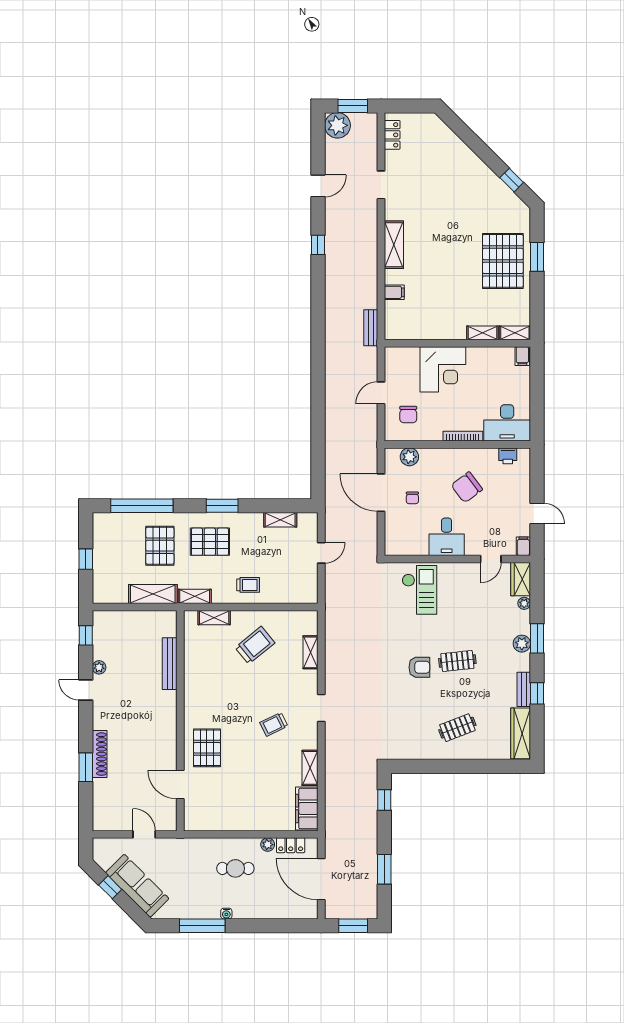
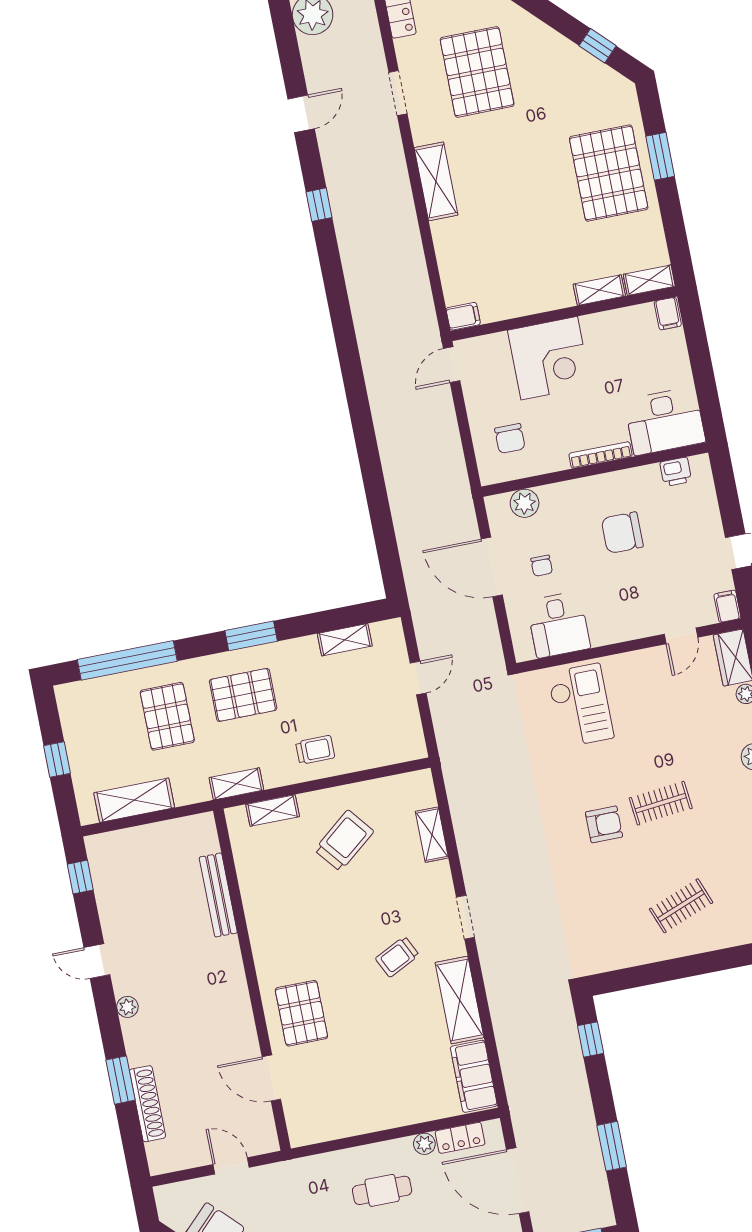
pallet: (433, 182) -> (477, 72), added
filing cabinet: (394, 292) -> (463, 316), moved
bench: (371, 328) -> (426, 316), removed
door: (381, 393) -> (452, 365), moved
chair: (467, 487) -> (622, 533), turned 37
desk: (447, 537) -> (558, 625), moved
shelving: (153, 594) -> (134, 800), moved
plant: (99, 667) -> (127, 1007), moved
shoe rack: (100, 754) -> (147, 1104), moved
shelving: (310, 768) -> (460, 1000), width x1.50, depth x1.33

